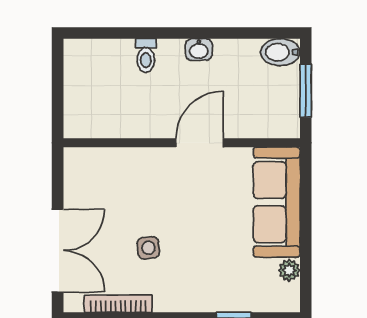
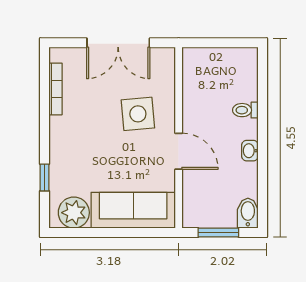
side table: (148, 248) -> (138, 114), moved, width x1.87, depth x1.87
double door: (58, 251) -> (118, 43), moved
plant: (289, 270) -> (74, 213), width x1.87, depth x1.87

